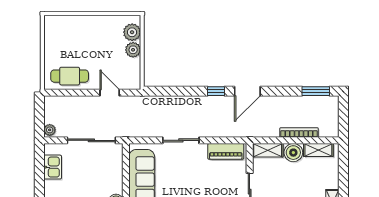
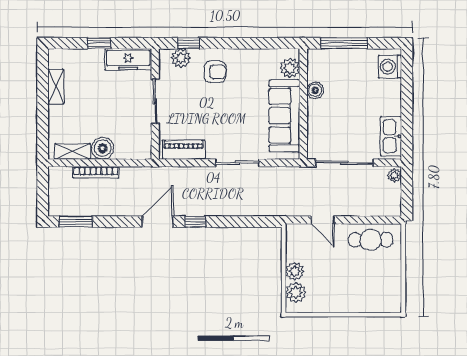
shelving: (268, 150) -> (133, 151), removed
kitchen sink: (53, 167) -> (391, 136), width x1.38

